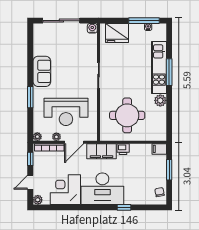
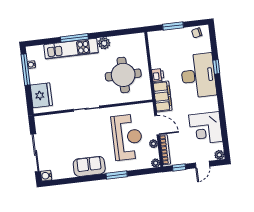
water cooler: (92, 28) -> (46, 176), moved
filing cabinet: (159, 149) -> (153, 38), removed
door: (30, 182) -> (203, 165), hinge flipped
desk: (102, 189) -> (198, 76), moved

